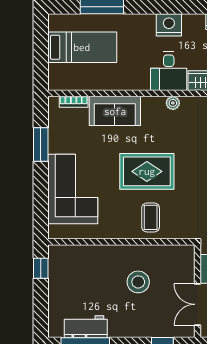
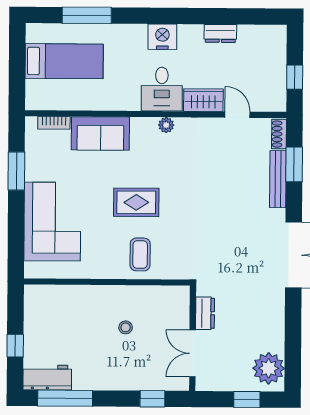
rug: (147, 171) -> (136, 202), width x0.73, depth x0.70
window: (41, 268) -> (15, 346), moved
stool: (138, 282) -> (126, 327), width x0.53, depth x0.53
workbench: (86, 327) -> (47, 377), moved

